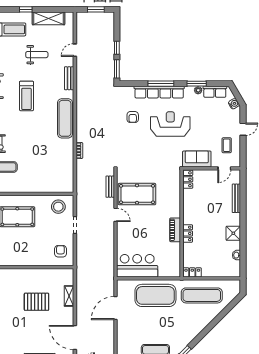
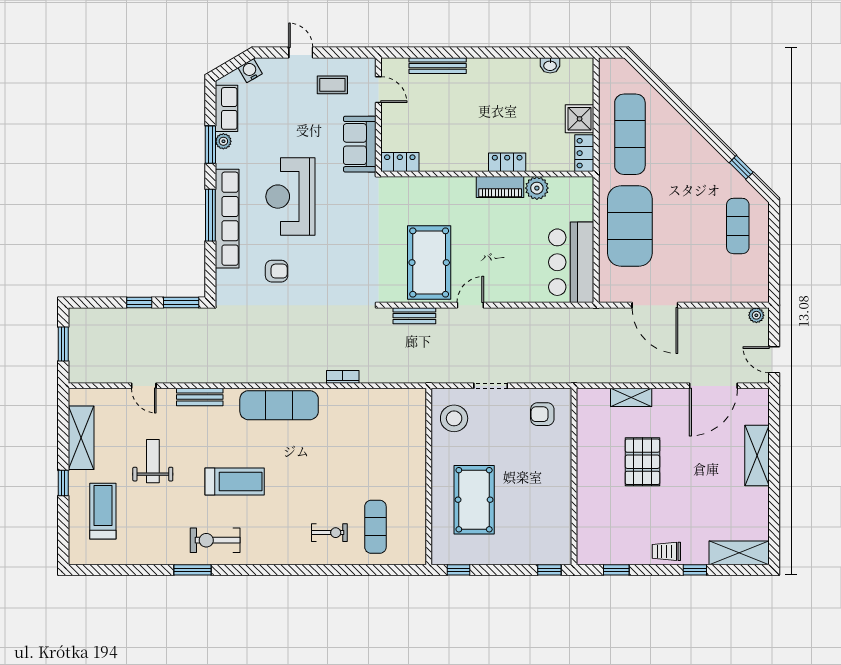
shower: (233, 233) -> (580, 119), moved
plant: (175, 248) -> (537, 188), added

